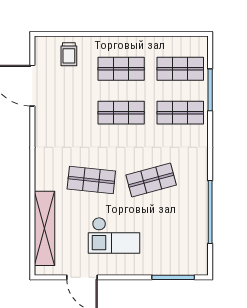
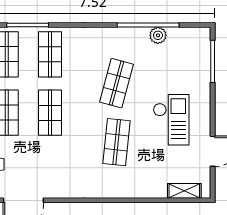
shop shelf: (151, 180) -> (117, 83), turned 30
plant: (200, 222) -> (158, 35), added
shelving: (44, 228) -> (184, 191), width x0.45, depth x0.75

